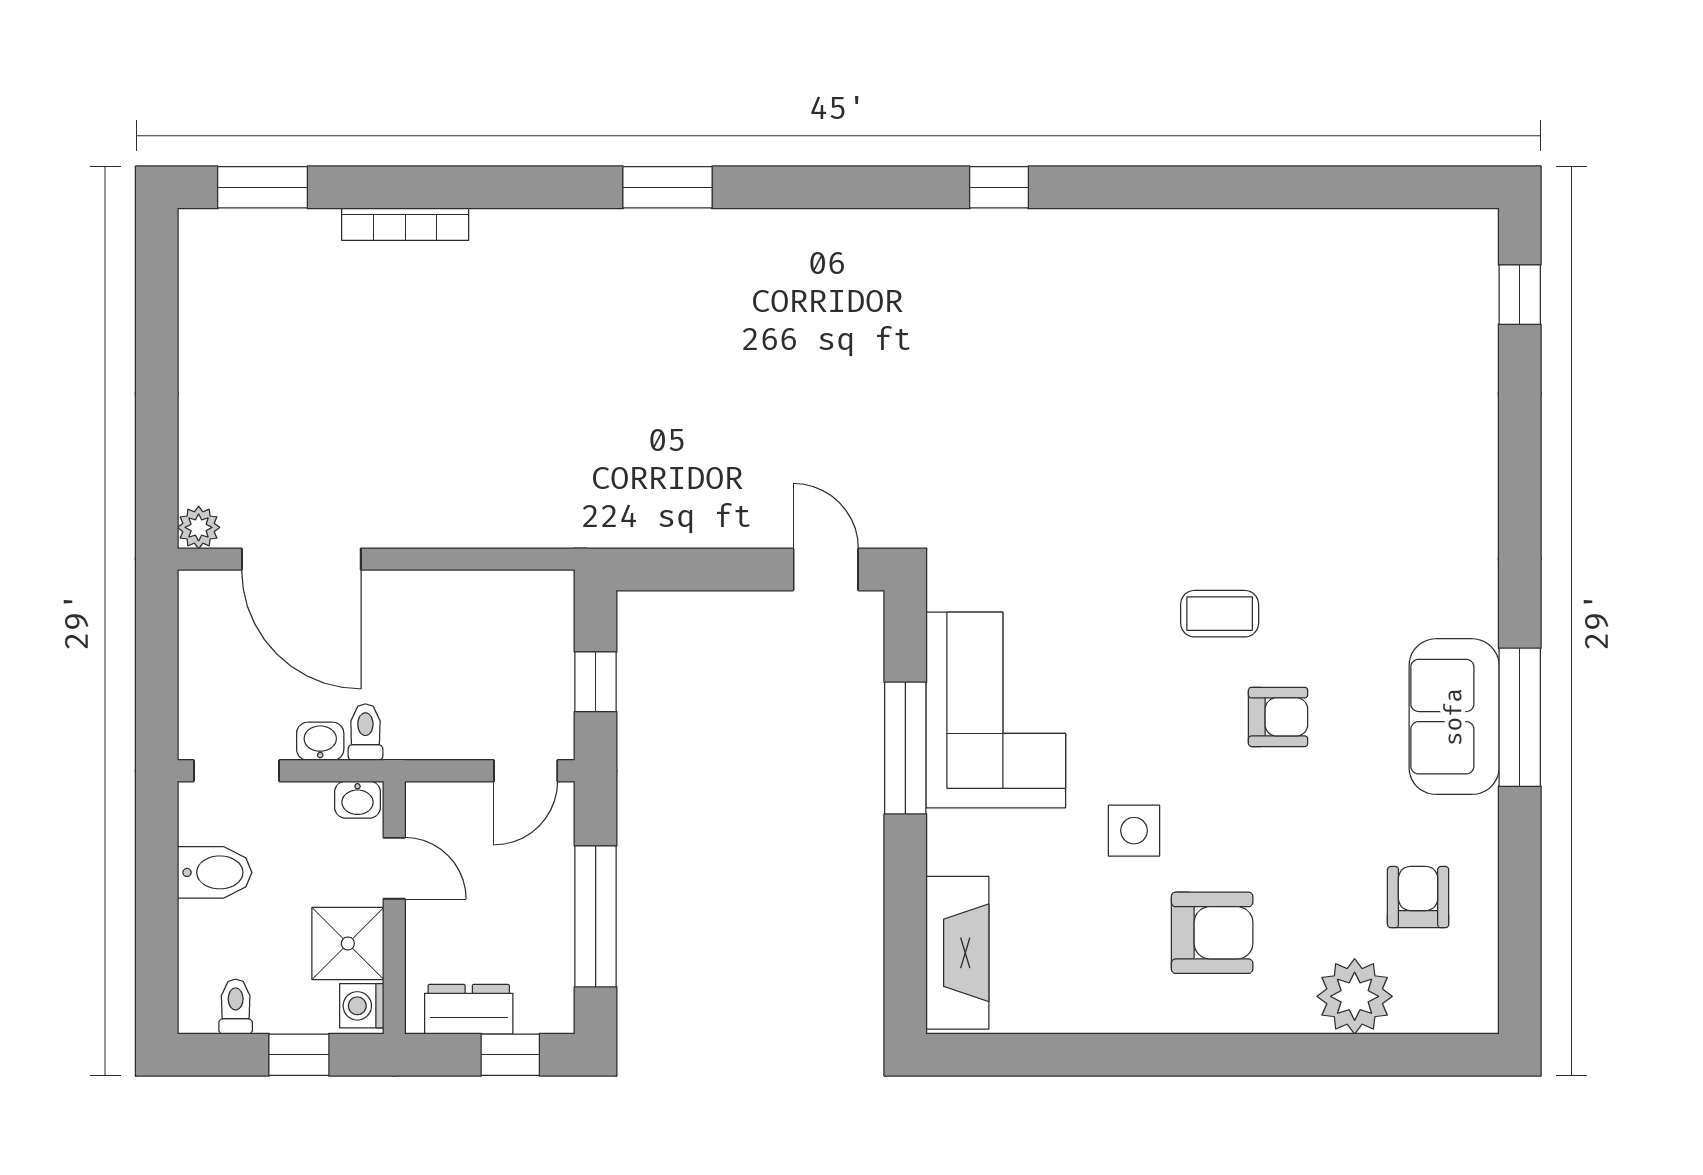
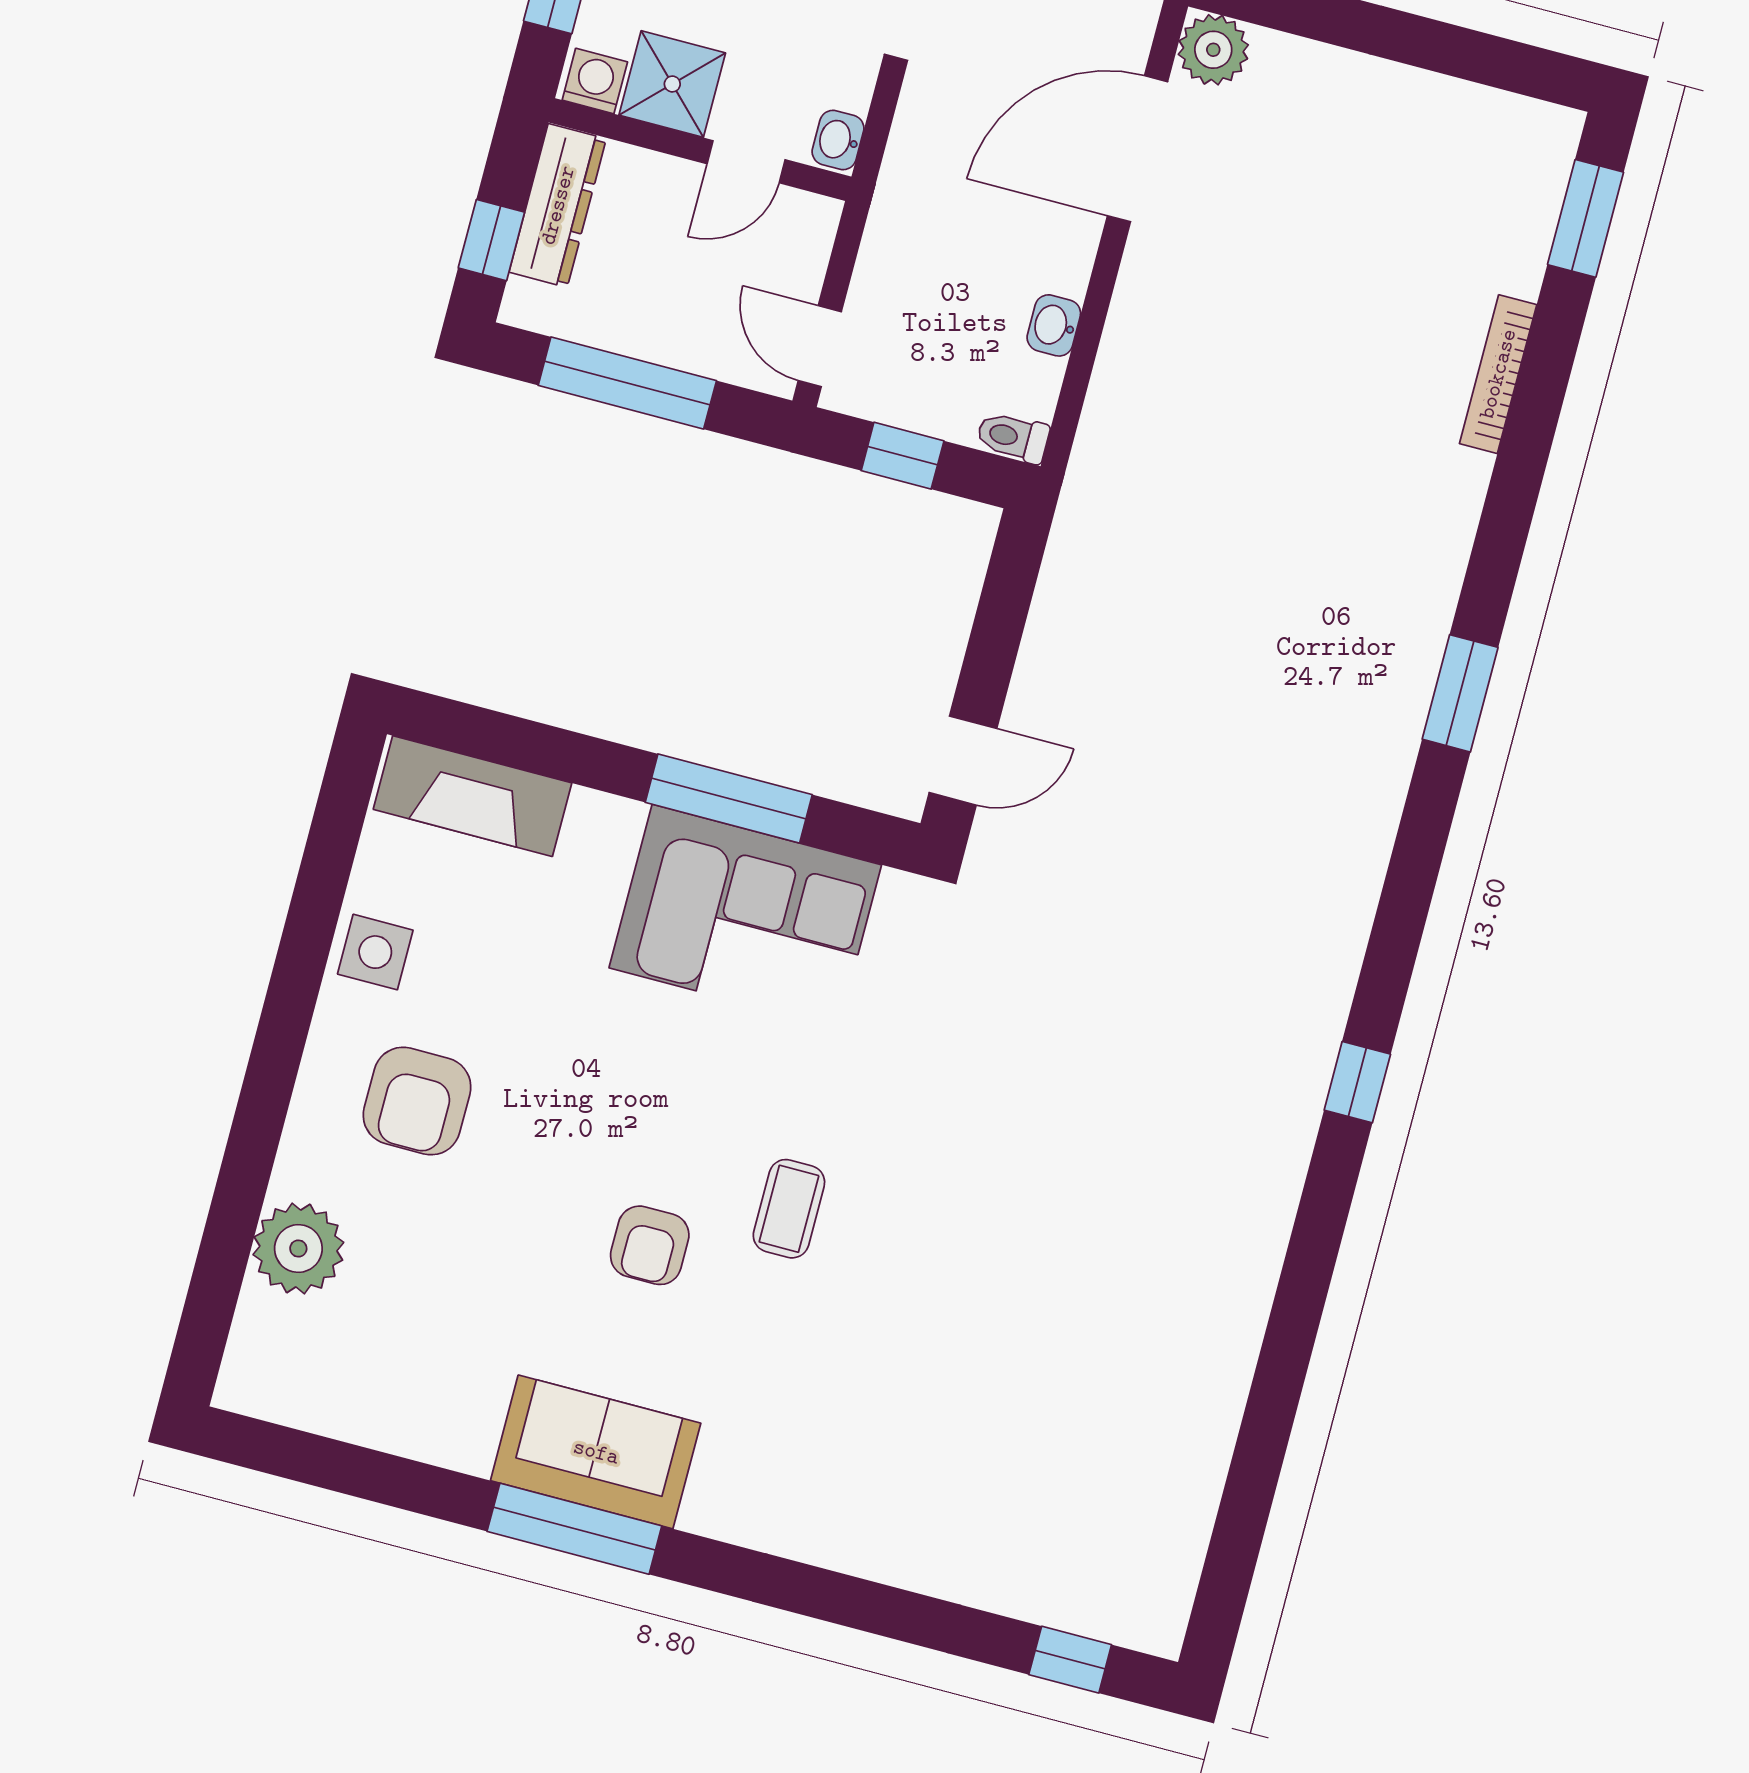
plant: (199, 527) -> (1213, 50), width x1.38, depth x1.38
toilet: (365, 732) -> (1013, 437), moved, turned 180
washbasin: (320, 741) -> (1054, 325), moved, turned 180
side table: (1134, 831) -> (375, 952), moved
armchair: (1418, 897) -> (395, 1354), removed
dresser: (469, 1009) -> (558, 205), width x1.44

